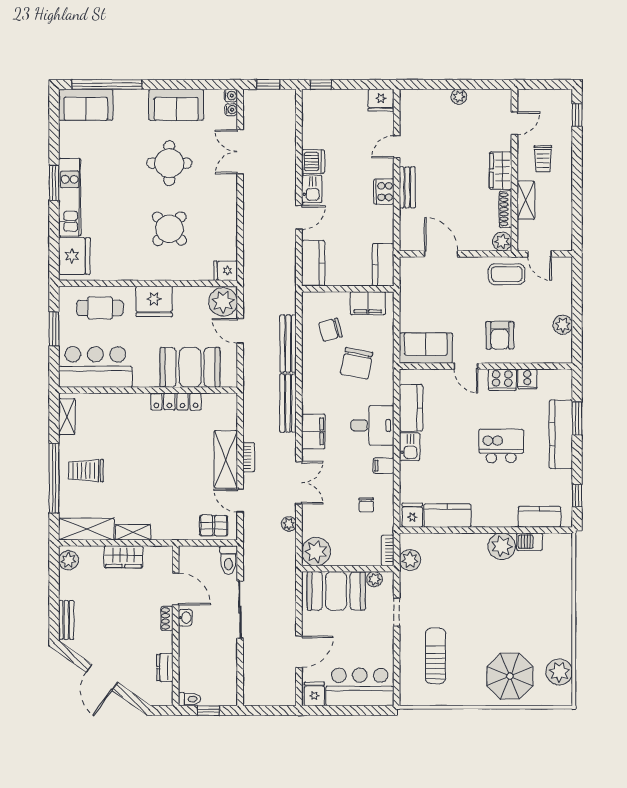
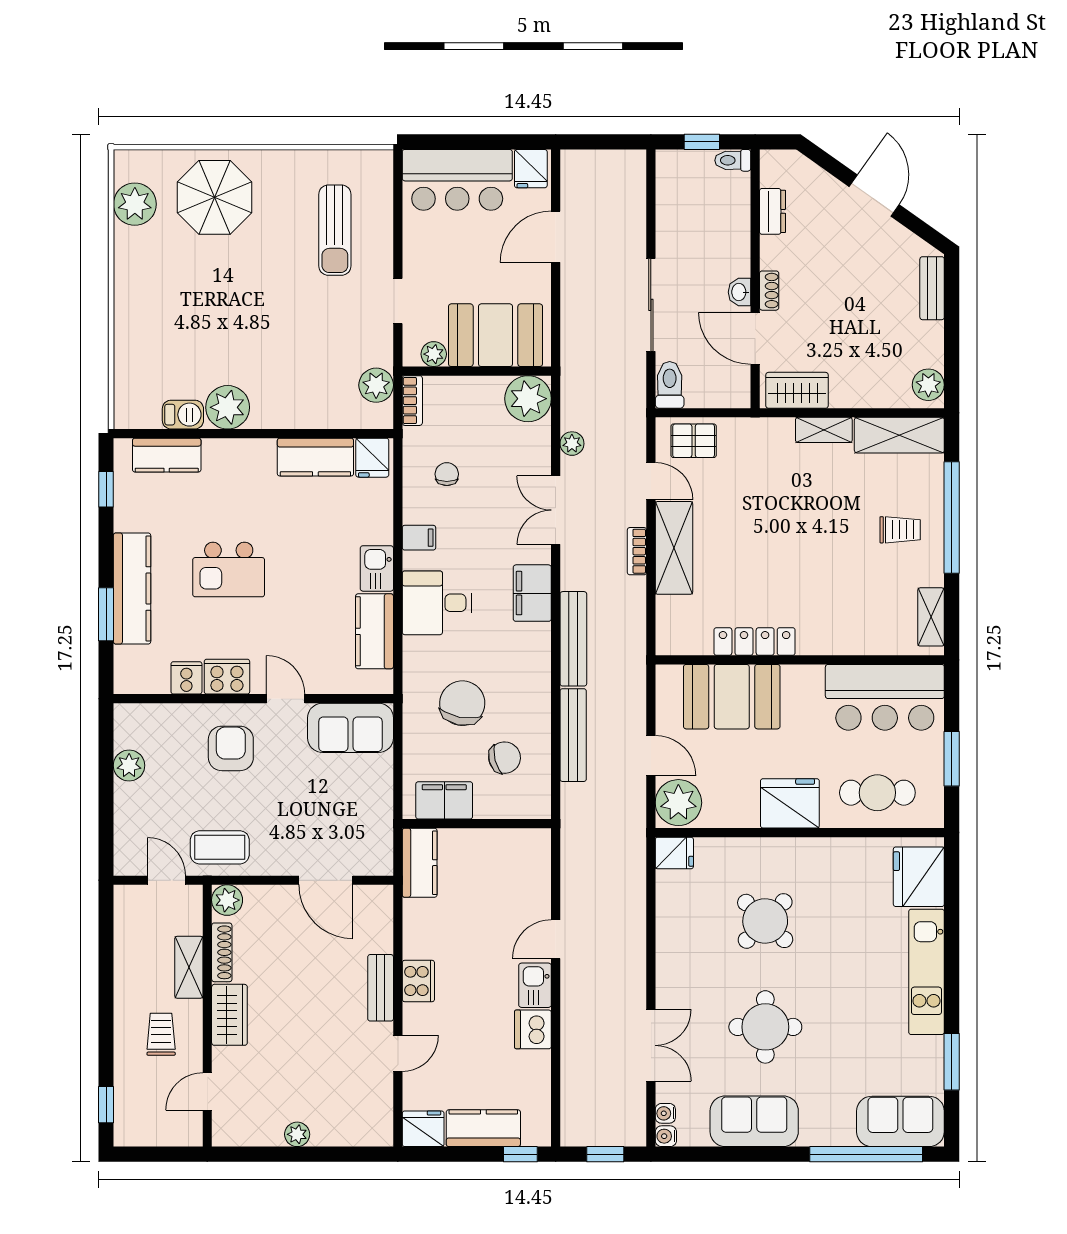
window: (54, 183) -> (952, 1062), moved
kitchen counter: (313, 263) -> (483, 1128), moved, turned 90
trolley: (86, 471) -> (900, 530), width x0.73, depth x0.72
wardrobe: (123, 557) -> (797, 390), moved

